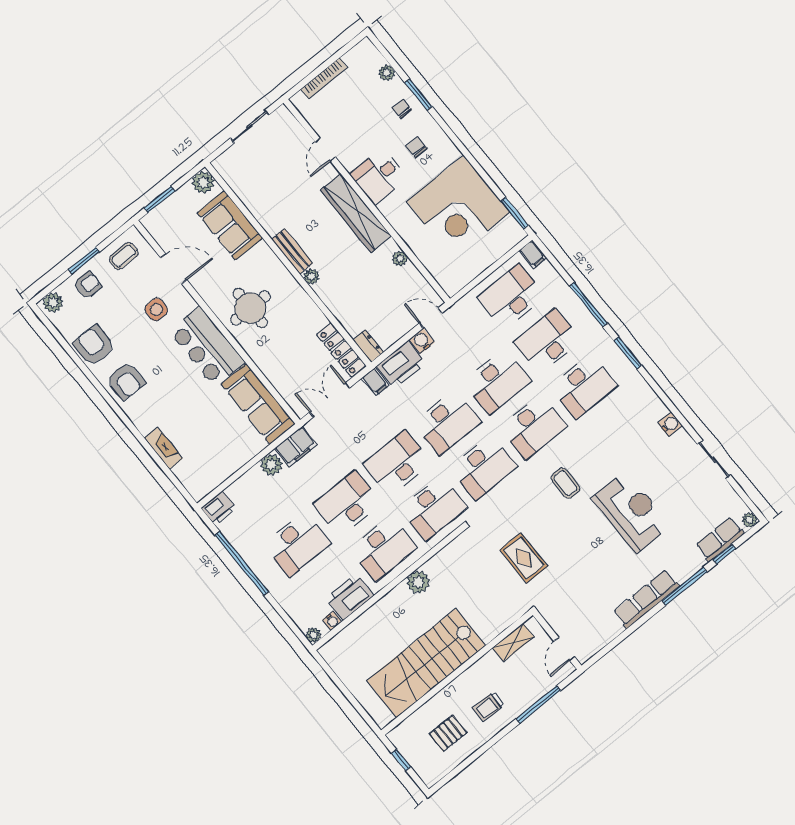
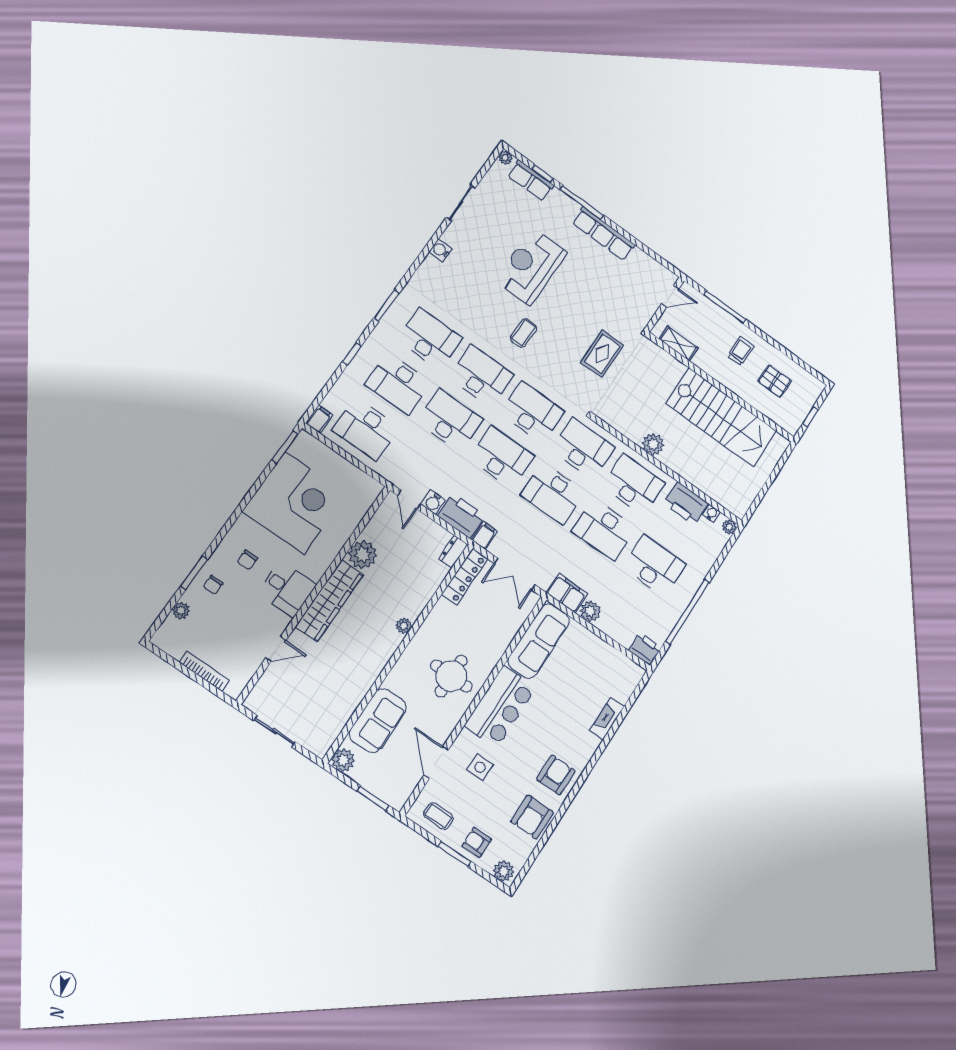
bench: (292, 251) -> (385, 652), removed
plant: (400, 258) -> (363, 555), width x1.88, depth x1.88
window: (588, 305) -> (352, 354), width x0.46
trolley: (488, 707) -> (741, 351), turned -91

